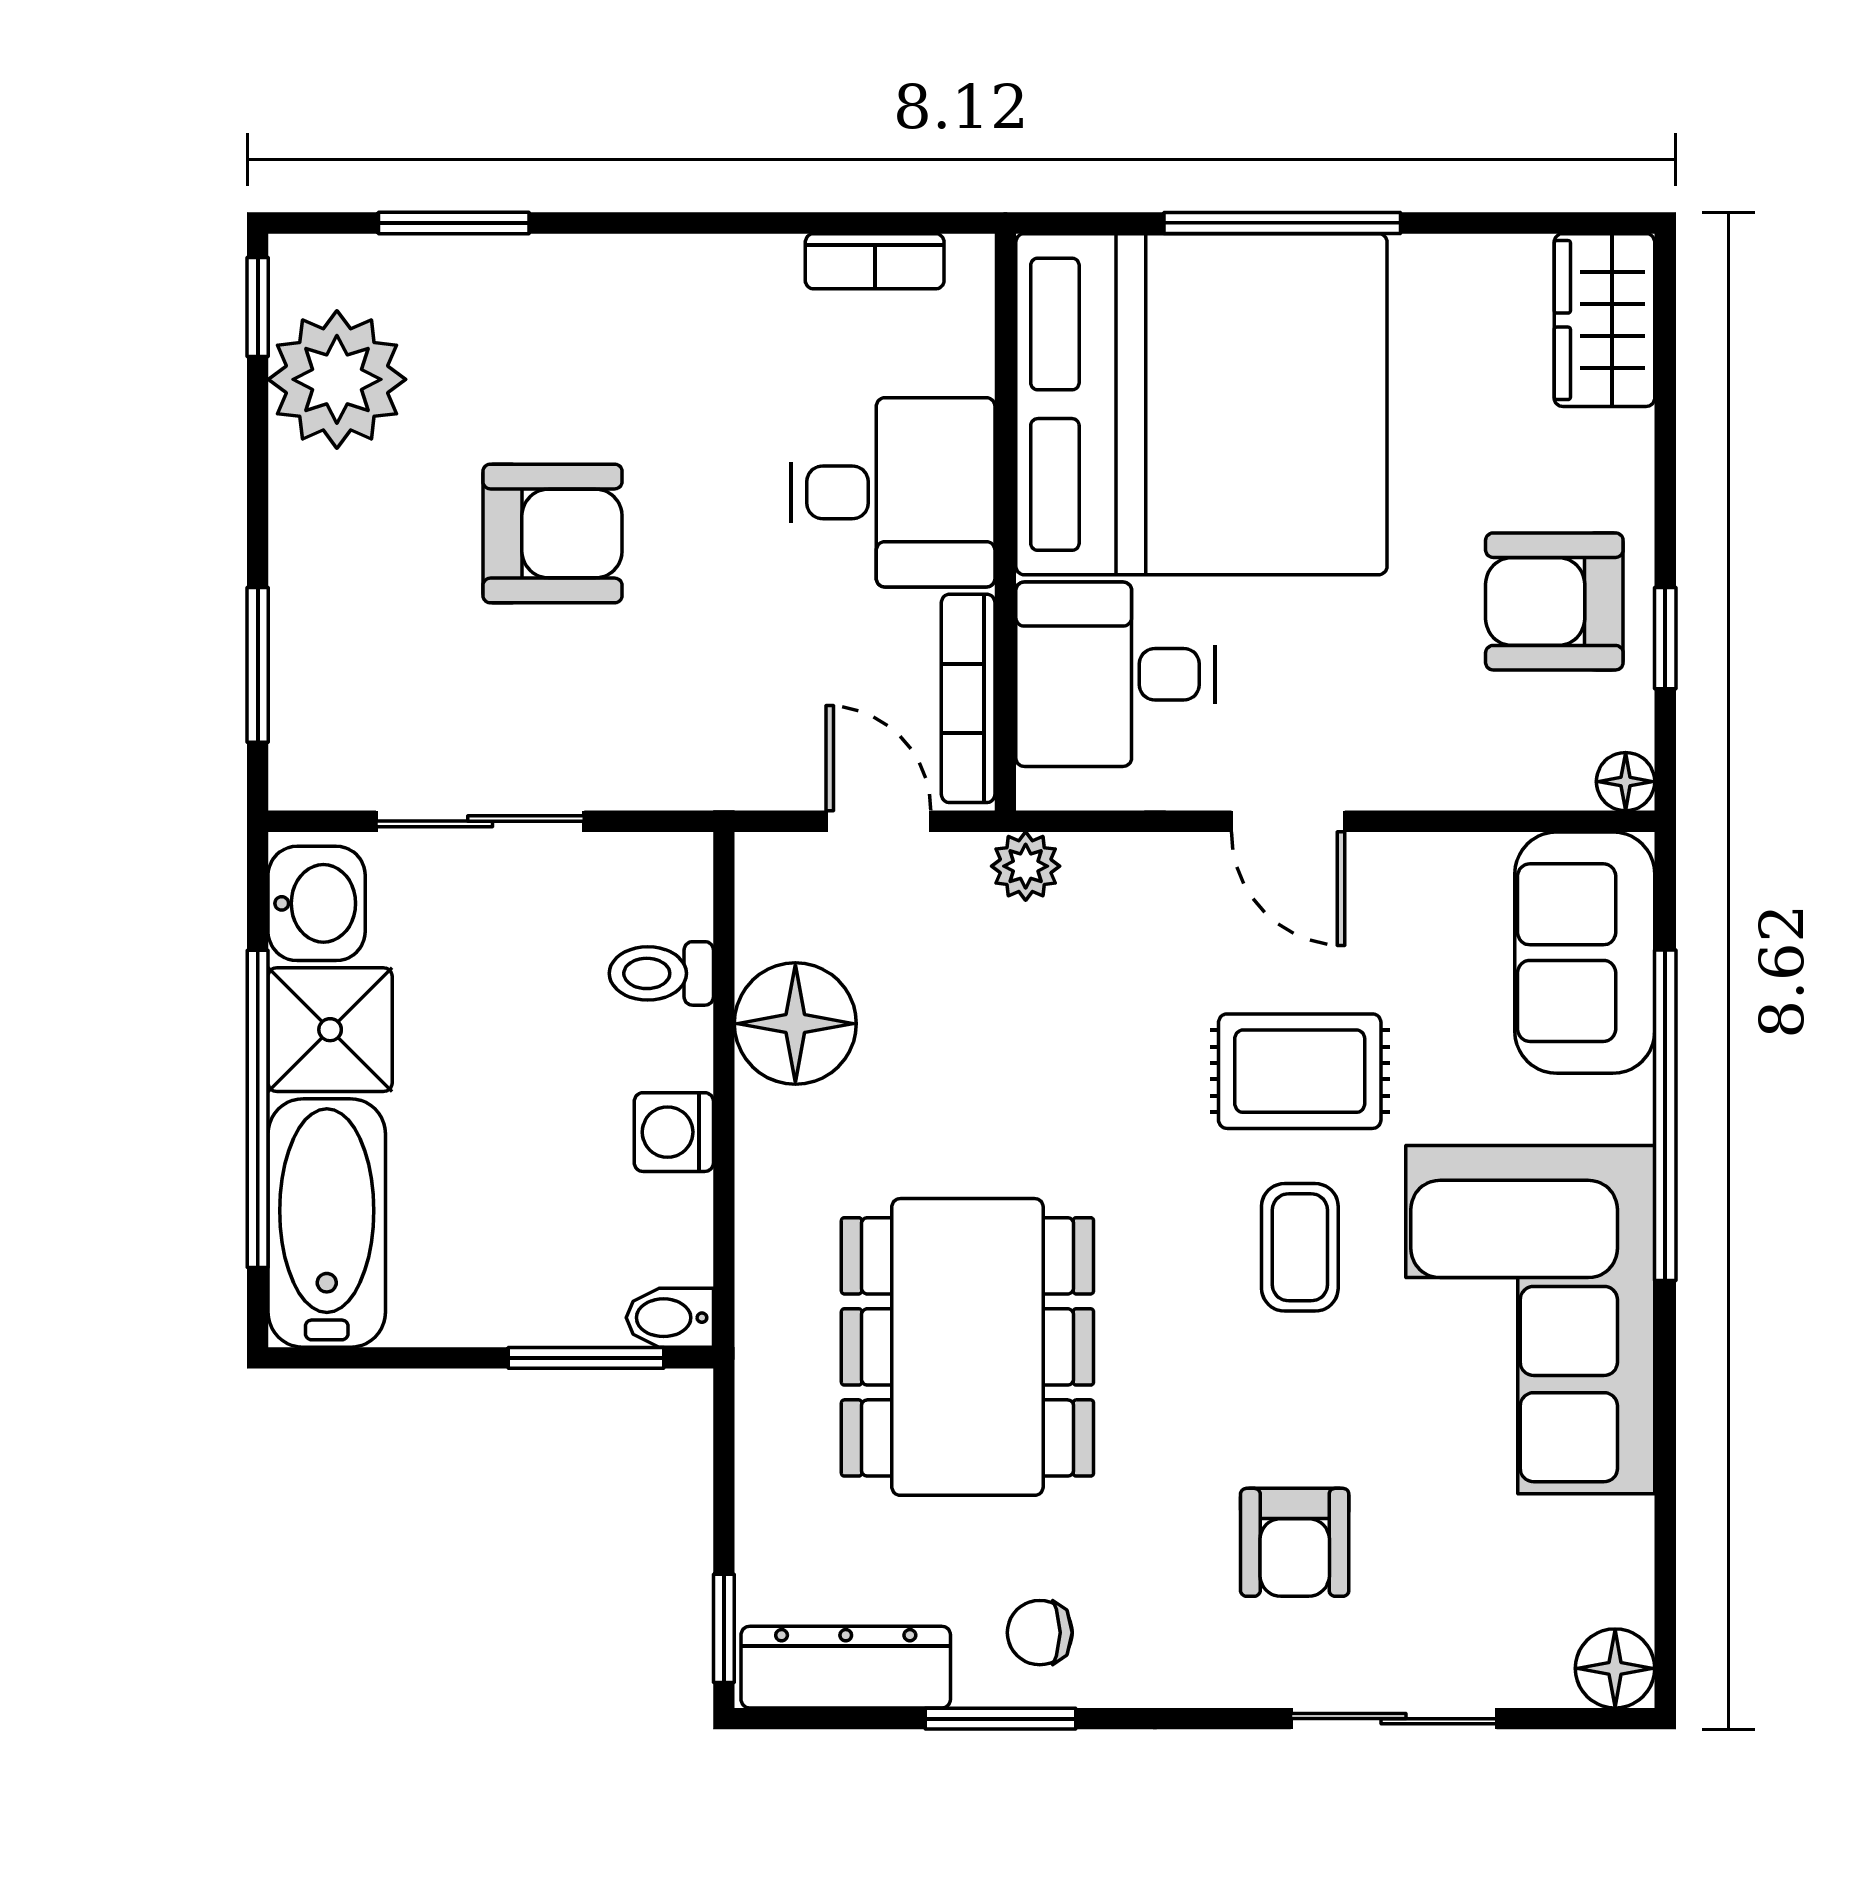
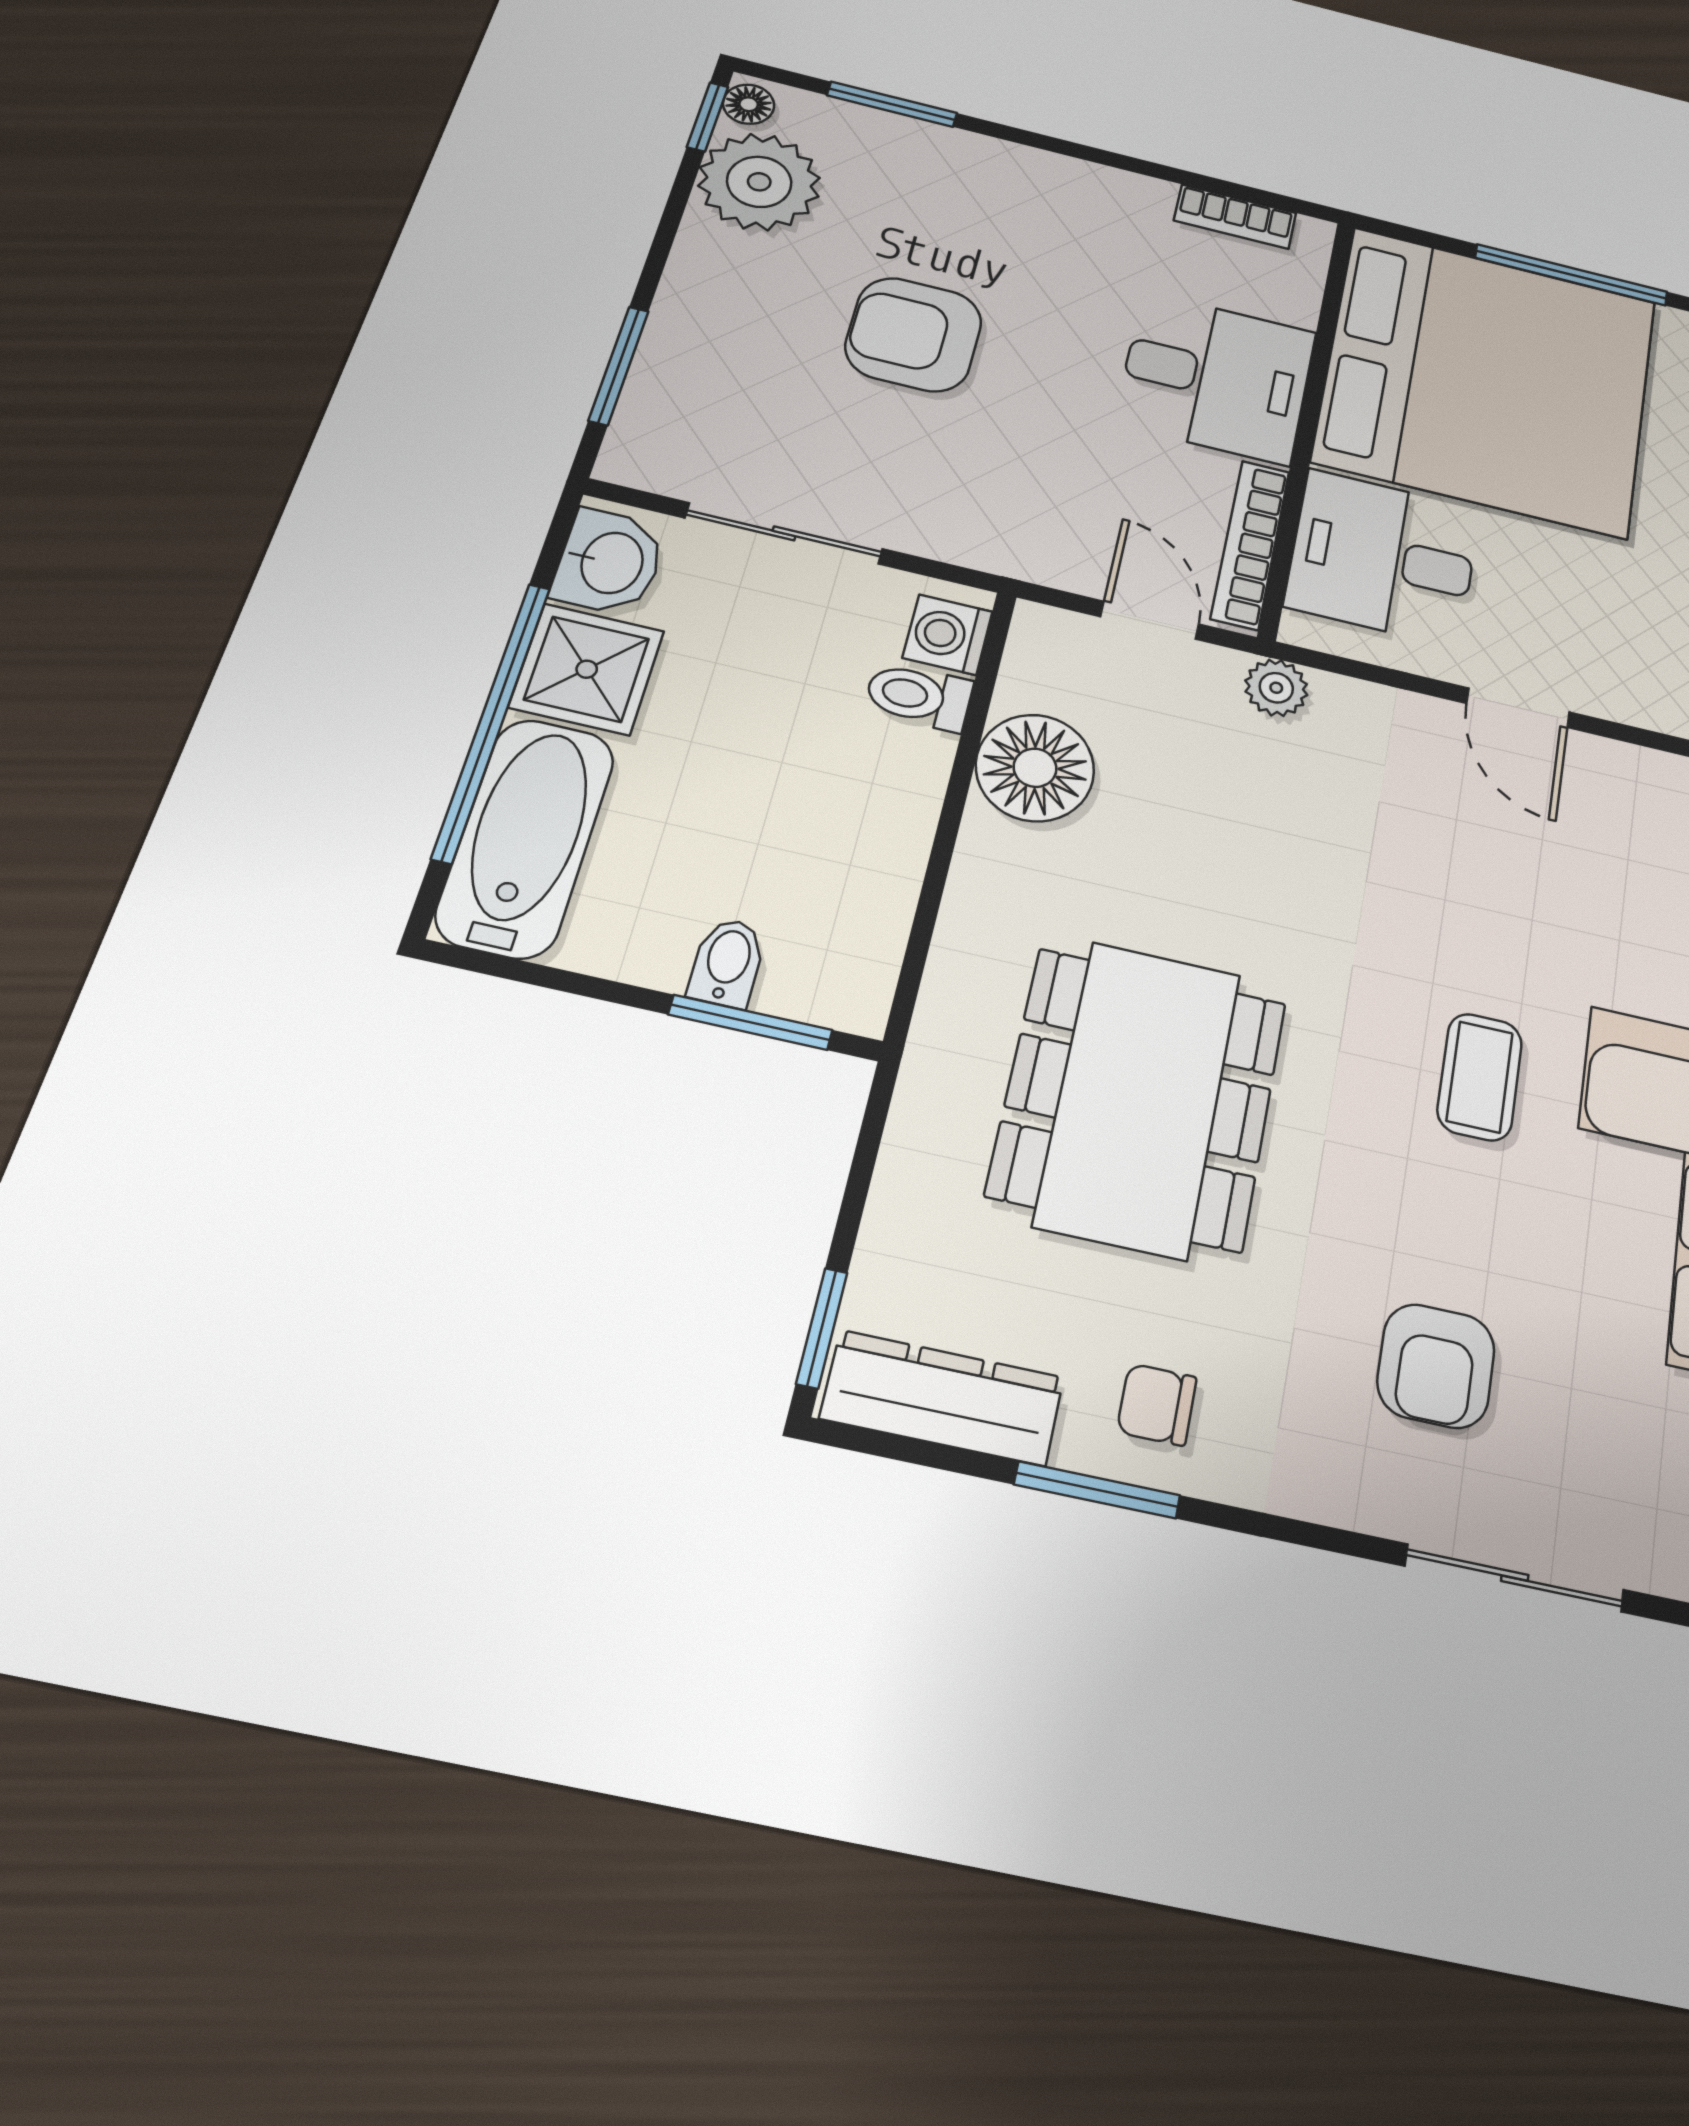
floor lamp: (297, 275) -> (749, 104), added
armchair: (553, 533) -> (914, 334), turned 180
rug: (1300, 1071) -> (1501, 918), removed
washing machine: (674, 1132) -> (948, 635), moved
bidet: (670, 1318) -> (727, 962), moved, turned 90

